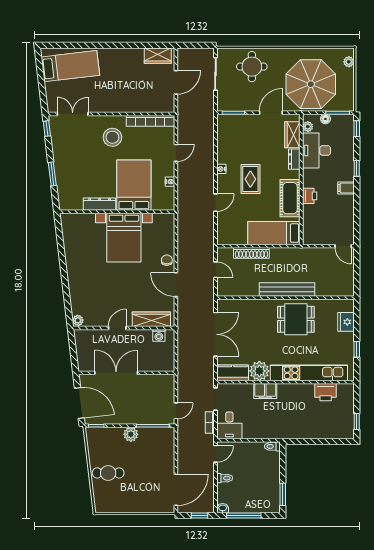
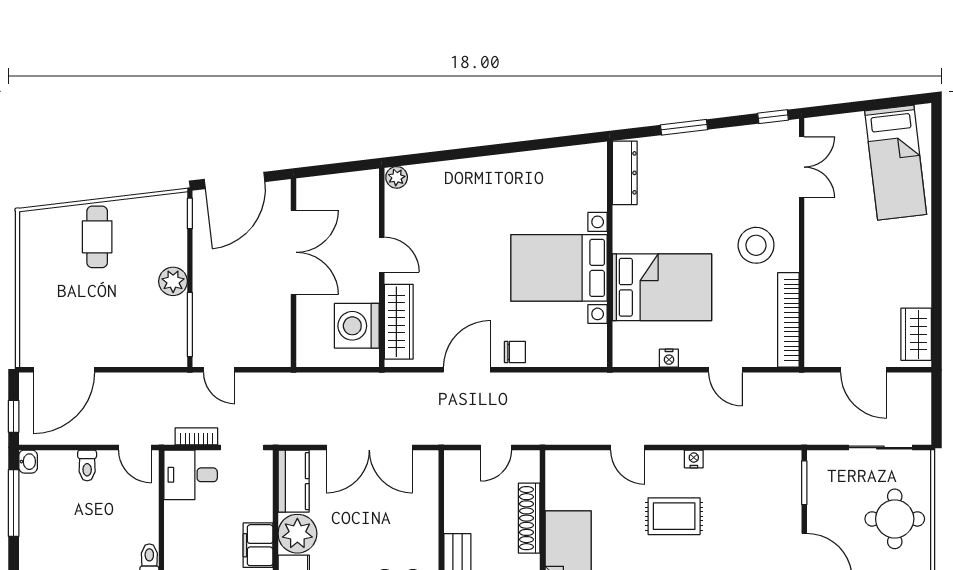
dresser: (100, 204) -> (625, 173), moved
washing machine: (159, 335) -> (357, 326), width x1.89, depth x1.89
door: (176, 490) -> (64, 370), hinge flipped

